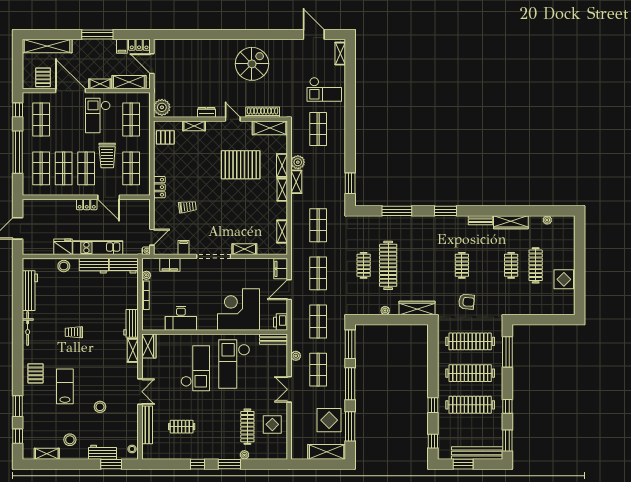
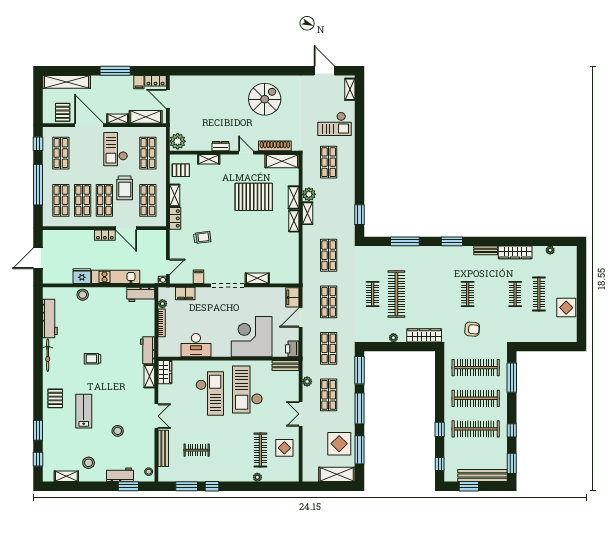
shelving: (282, 232) -> (175, 195), moved
workbench: (94, 266) -> (112, 294), removed
window: (229, 464) -> (187, 486), moved

